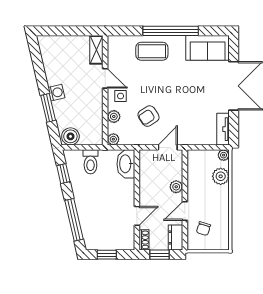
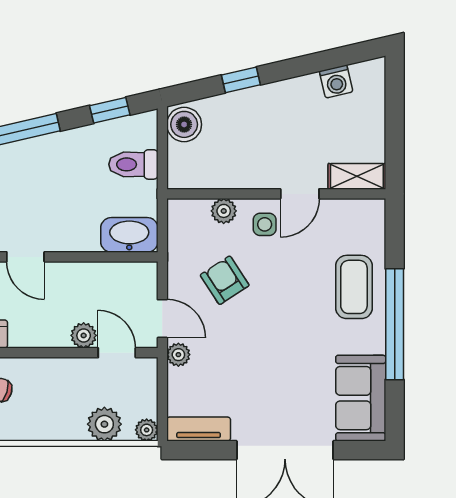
washing machine: (56, 93) -> (336, 82), moved
window: (48, 108) -> (241, 80), width x0.67
plant: (113, 139) -> (178, 355), moved
door: (185, 211) -> (117, 353), moved

